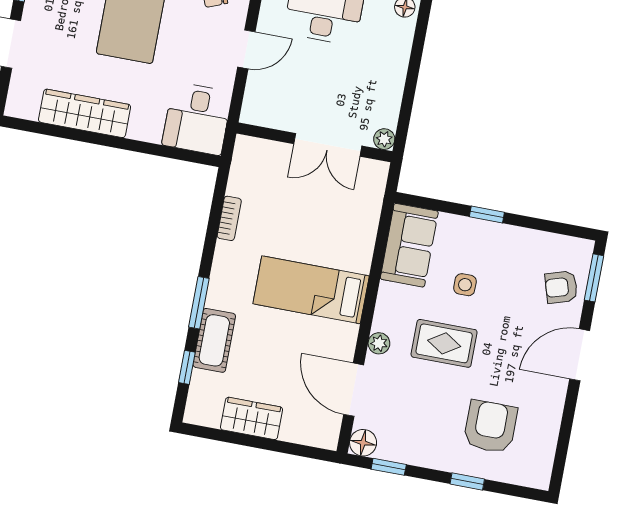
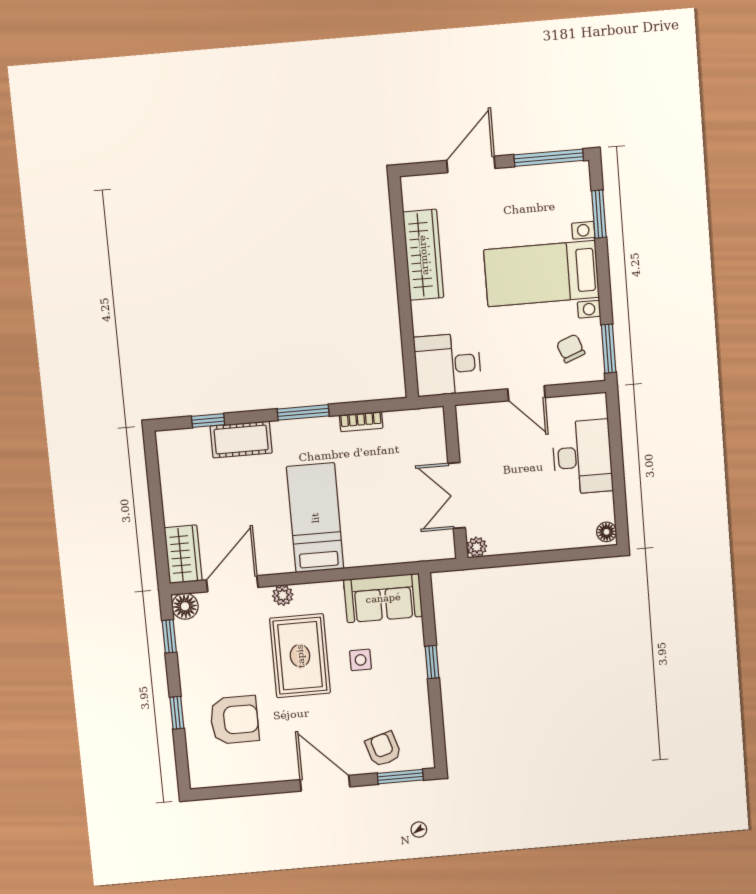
window: (199, 303) -> (303, 412), moved
rug: (444, 343) -> (300, 656), width x1.36, depth x1.43
wardrobe: (252, 418) -> (183, 554), moved

